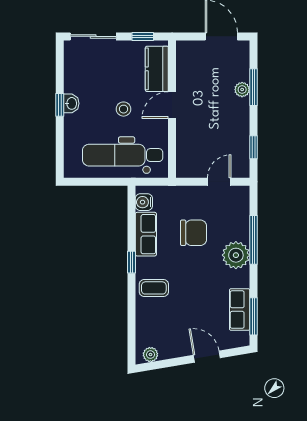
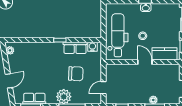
door: (219, 182) -> (103, 88), swing flipped
chair: (193, 233) -> (76, 74), turned -88
coffee table: (154, 288) -> (46, 52), removed

